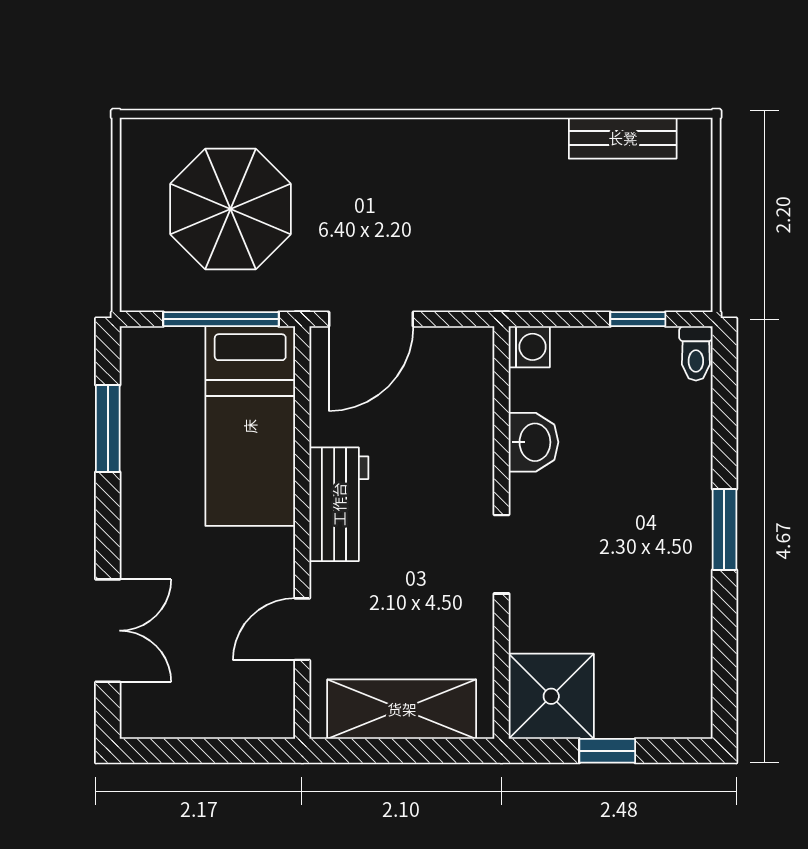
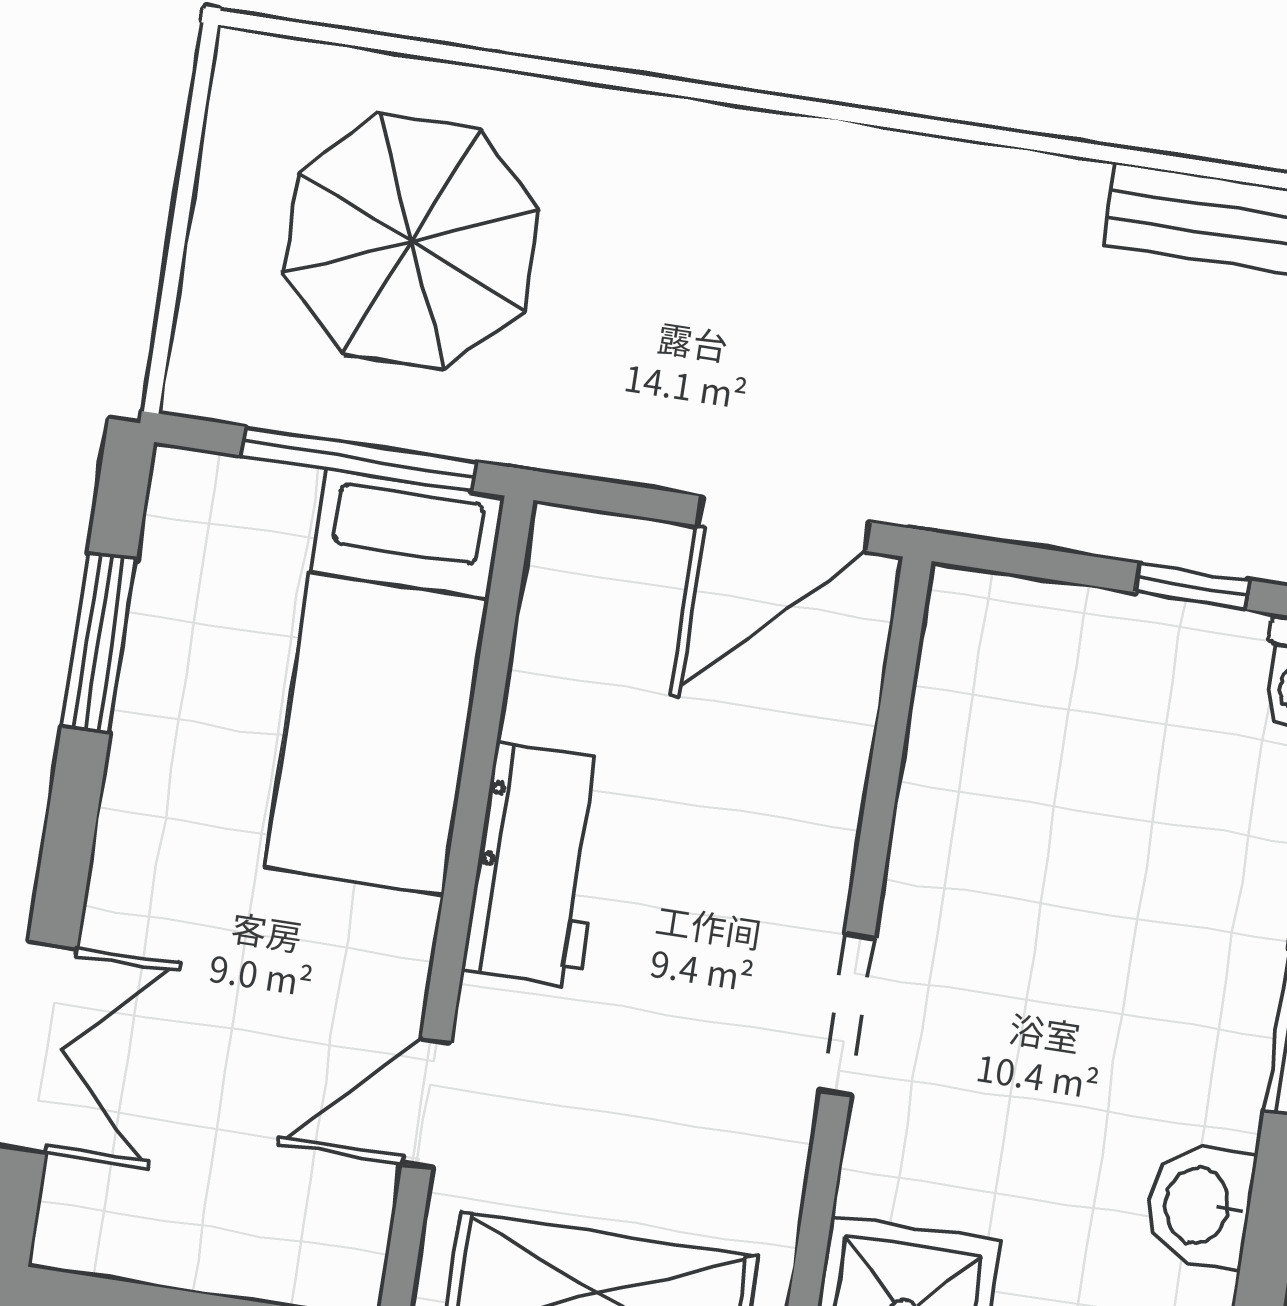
door: (371, 319) -> (783, 524), moved
washing machine: (529, 347) -> (966, 608), removed
washbasin: (533, 442) -> (1199, 1206), moved, turned 180

